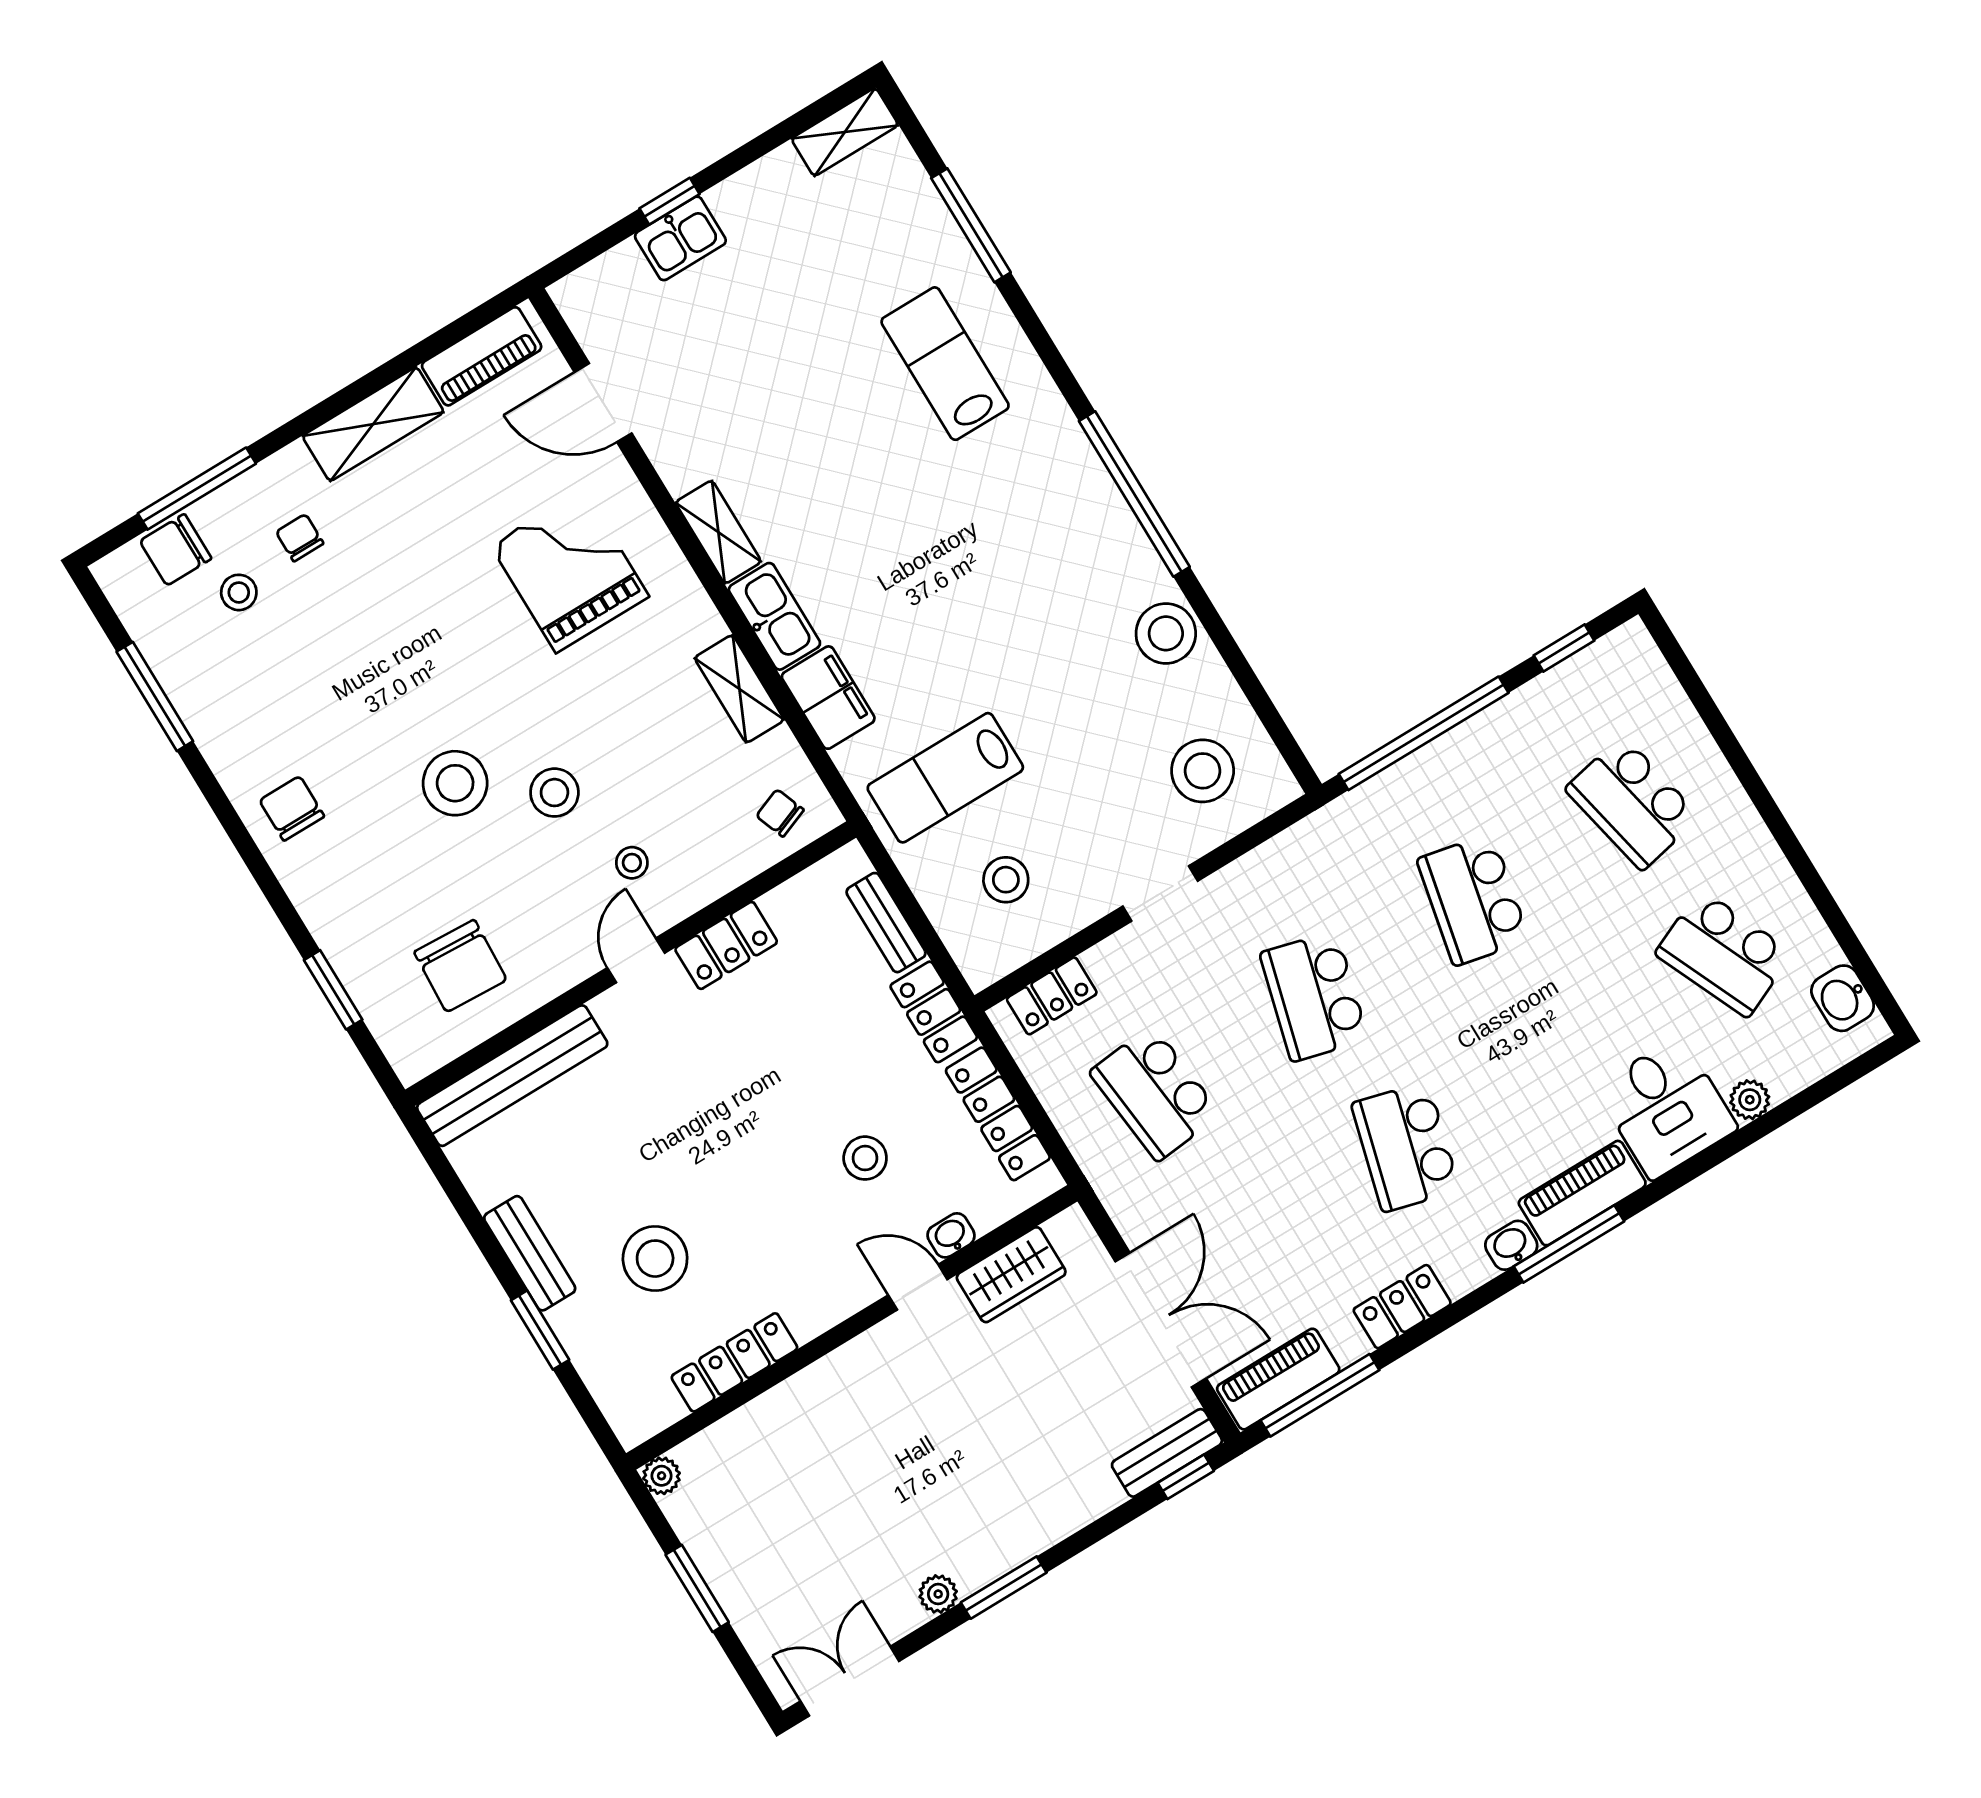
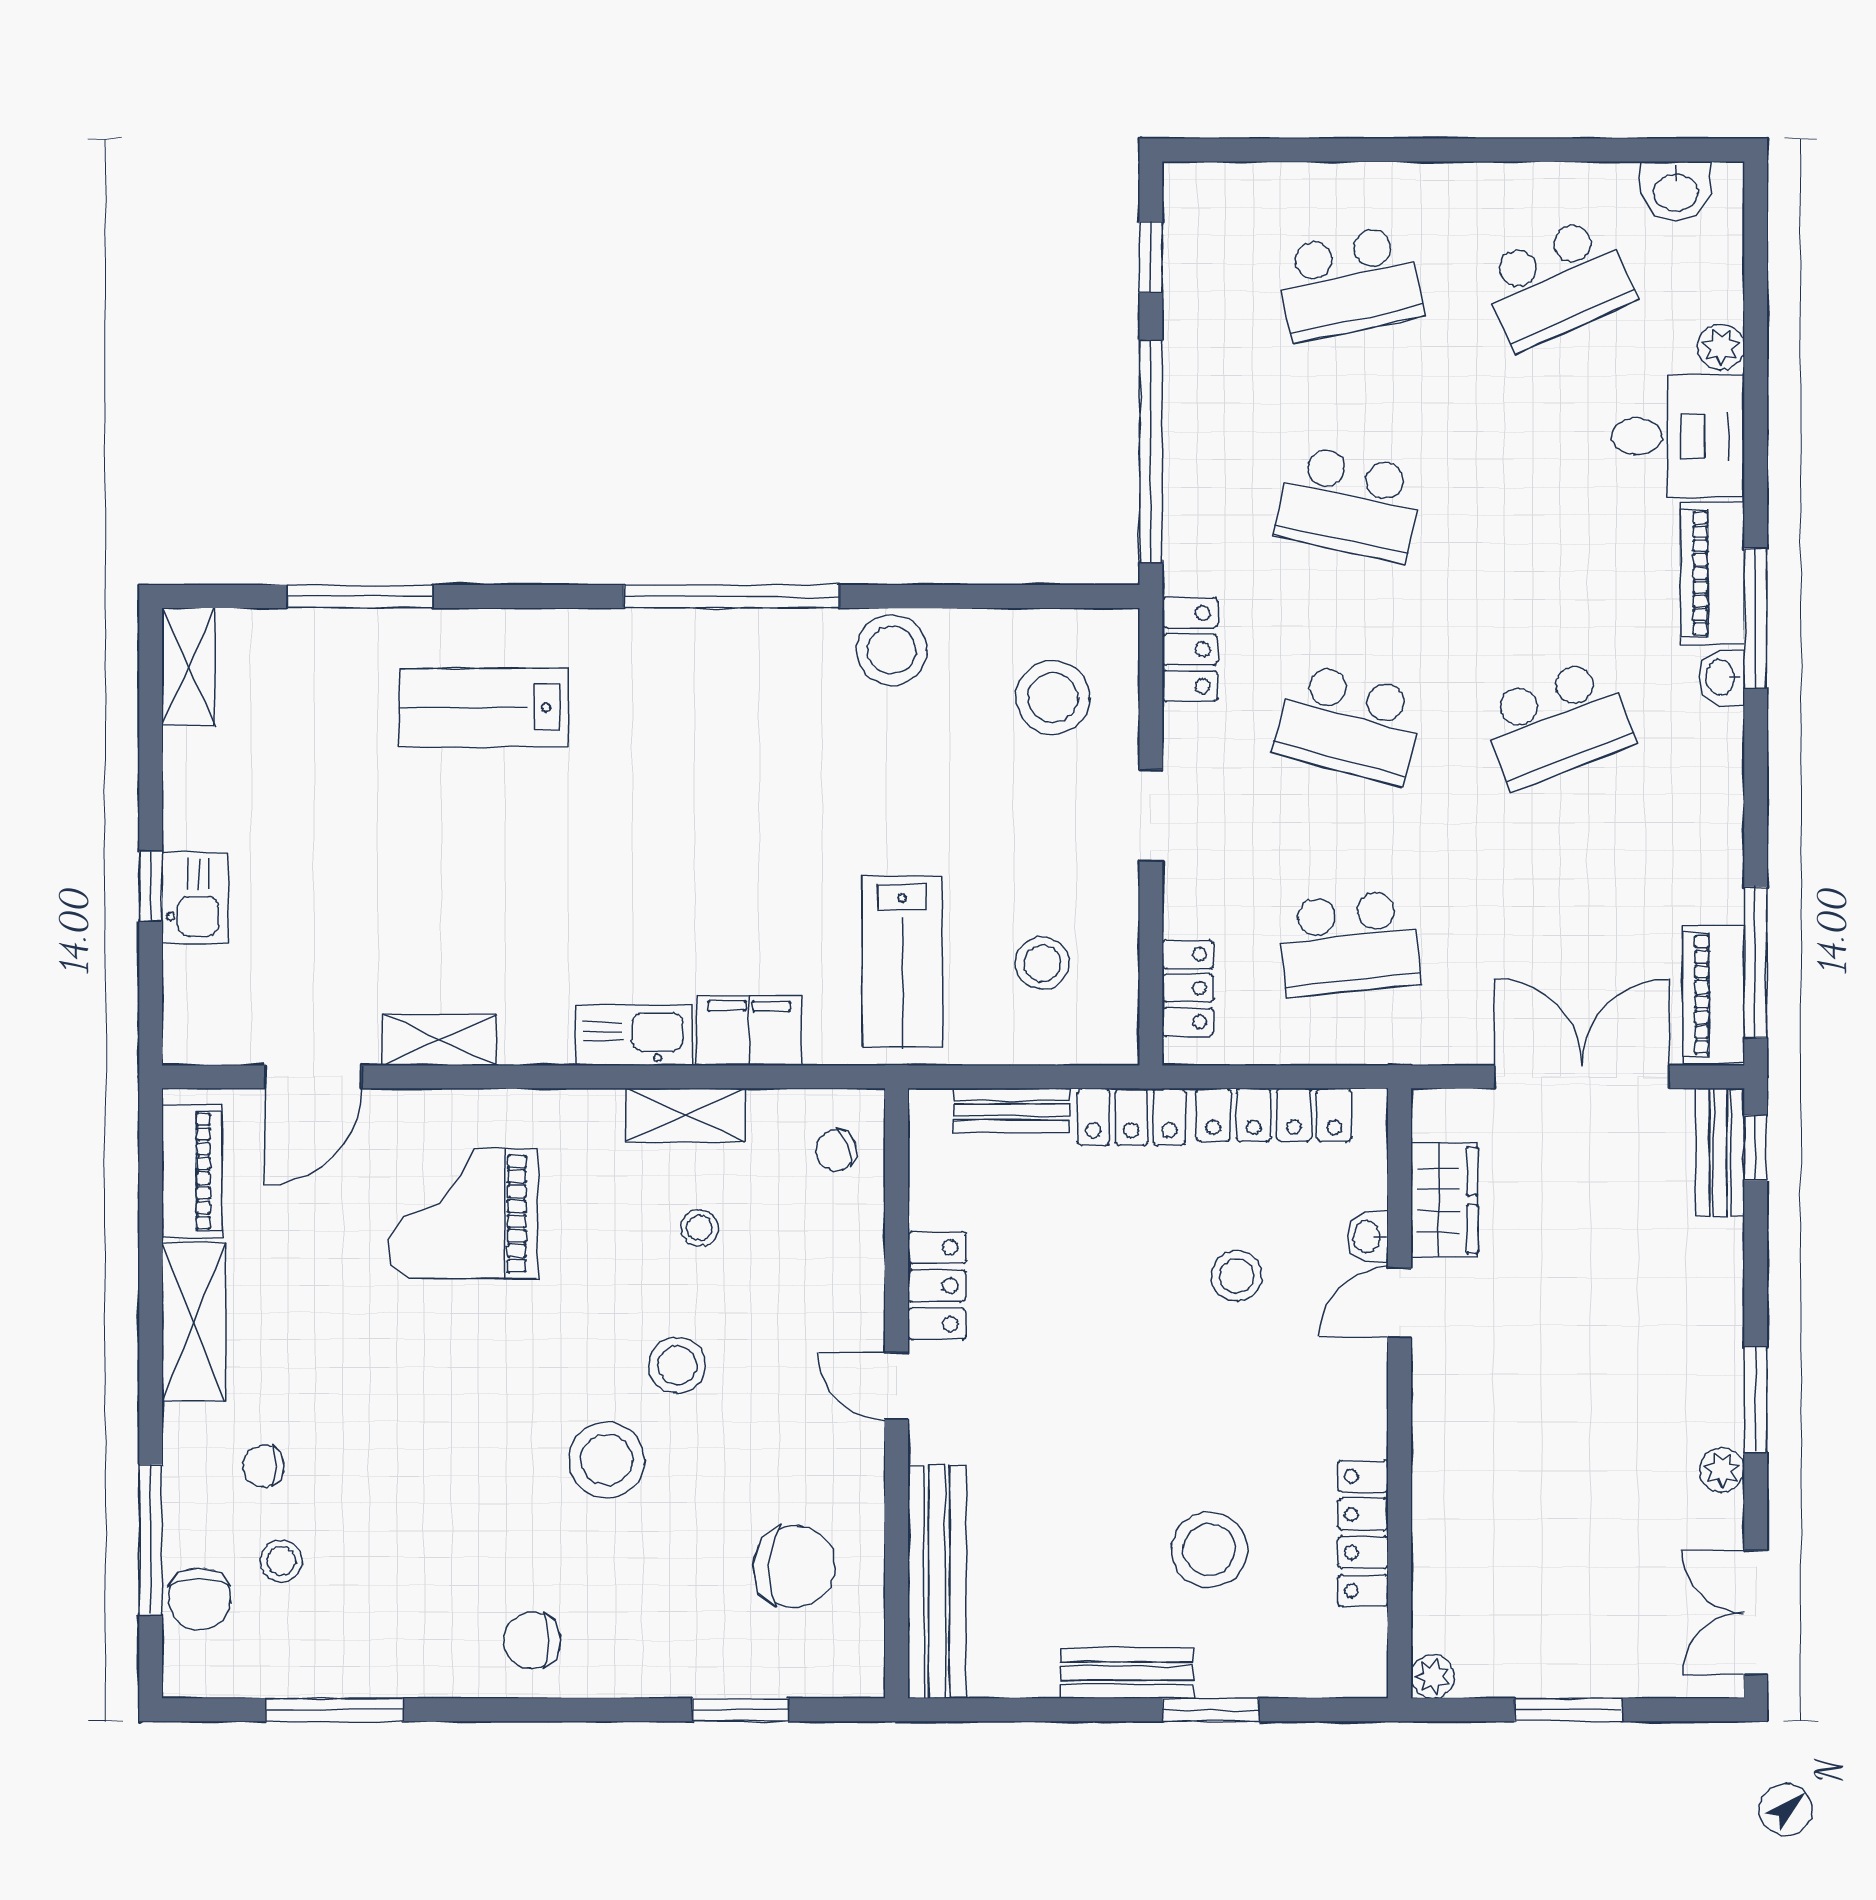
shelving: (718, 532) -> (439, 1040), moved
stool: (632, 863) -> (700, 1228), moved
school desk: (1405, 1147) -> (1557, 723), turned -36
locker: (1402, 1307) -> (1190, 649), moved, turned 180

